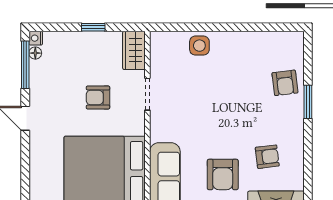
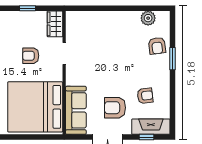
plant: (272, 42) -> (148, 18), added
side table: (199, 46) -> (99, 21), removed
armchair: (223, 174) -> (115, 108), turned 90

